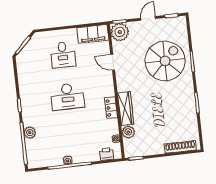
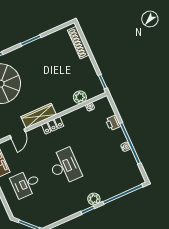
desk: (63, 55) -> (26, 184), turned 180
locker: (111, 108) -> (53, 125), moved
wardrobe: (126, 108) -> (39, 116), moved
plant: (30, 133) -> (94, 199), moved
printer: (107, 154) -> (113, 123), moved

